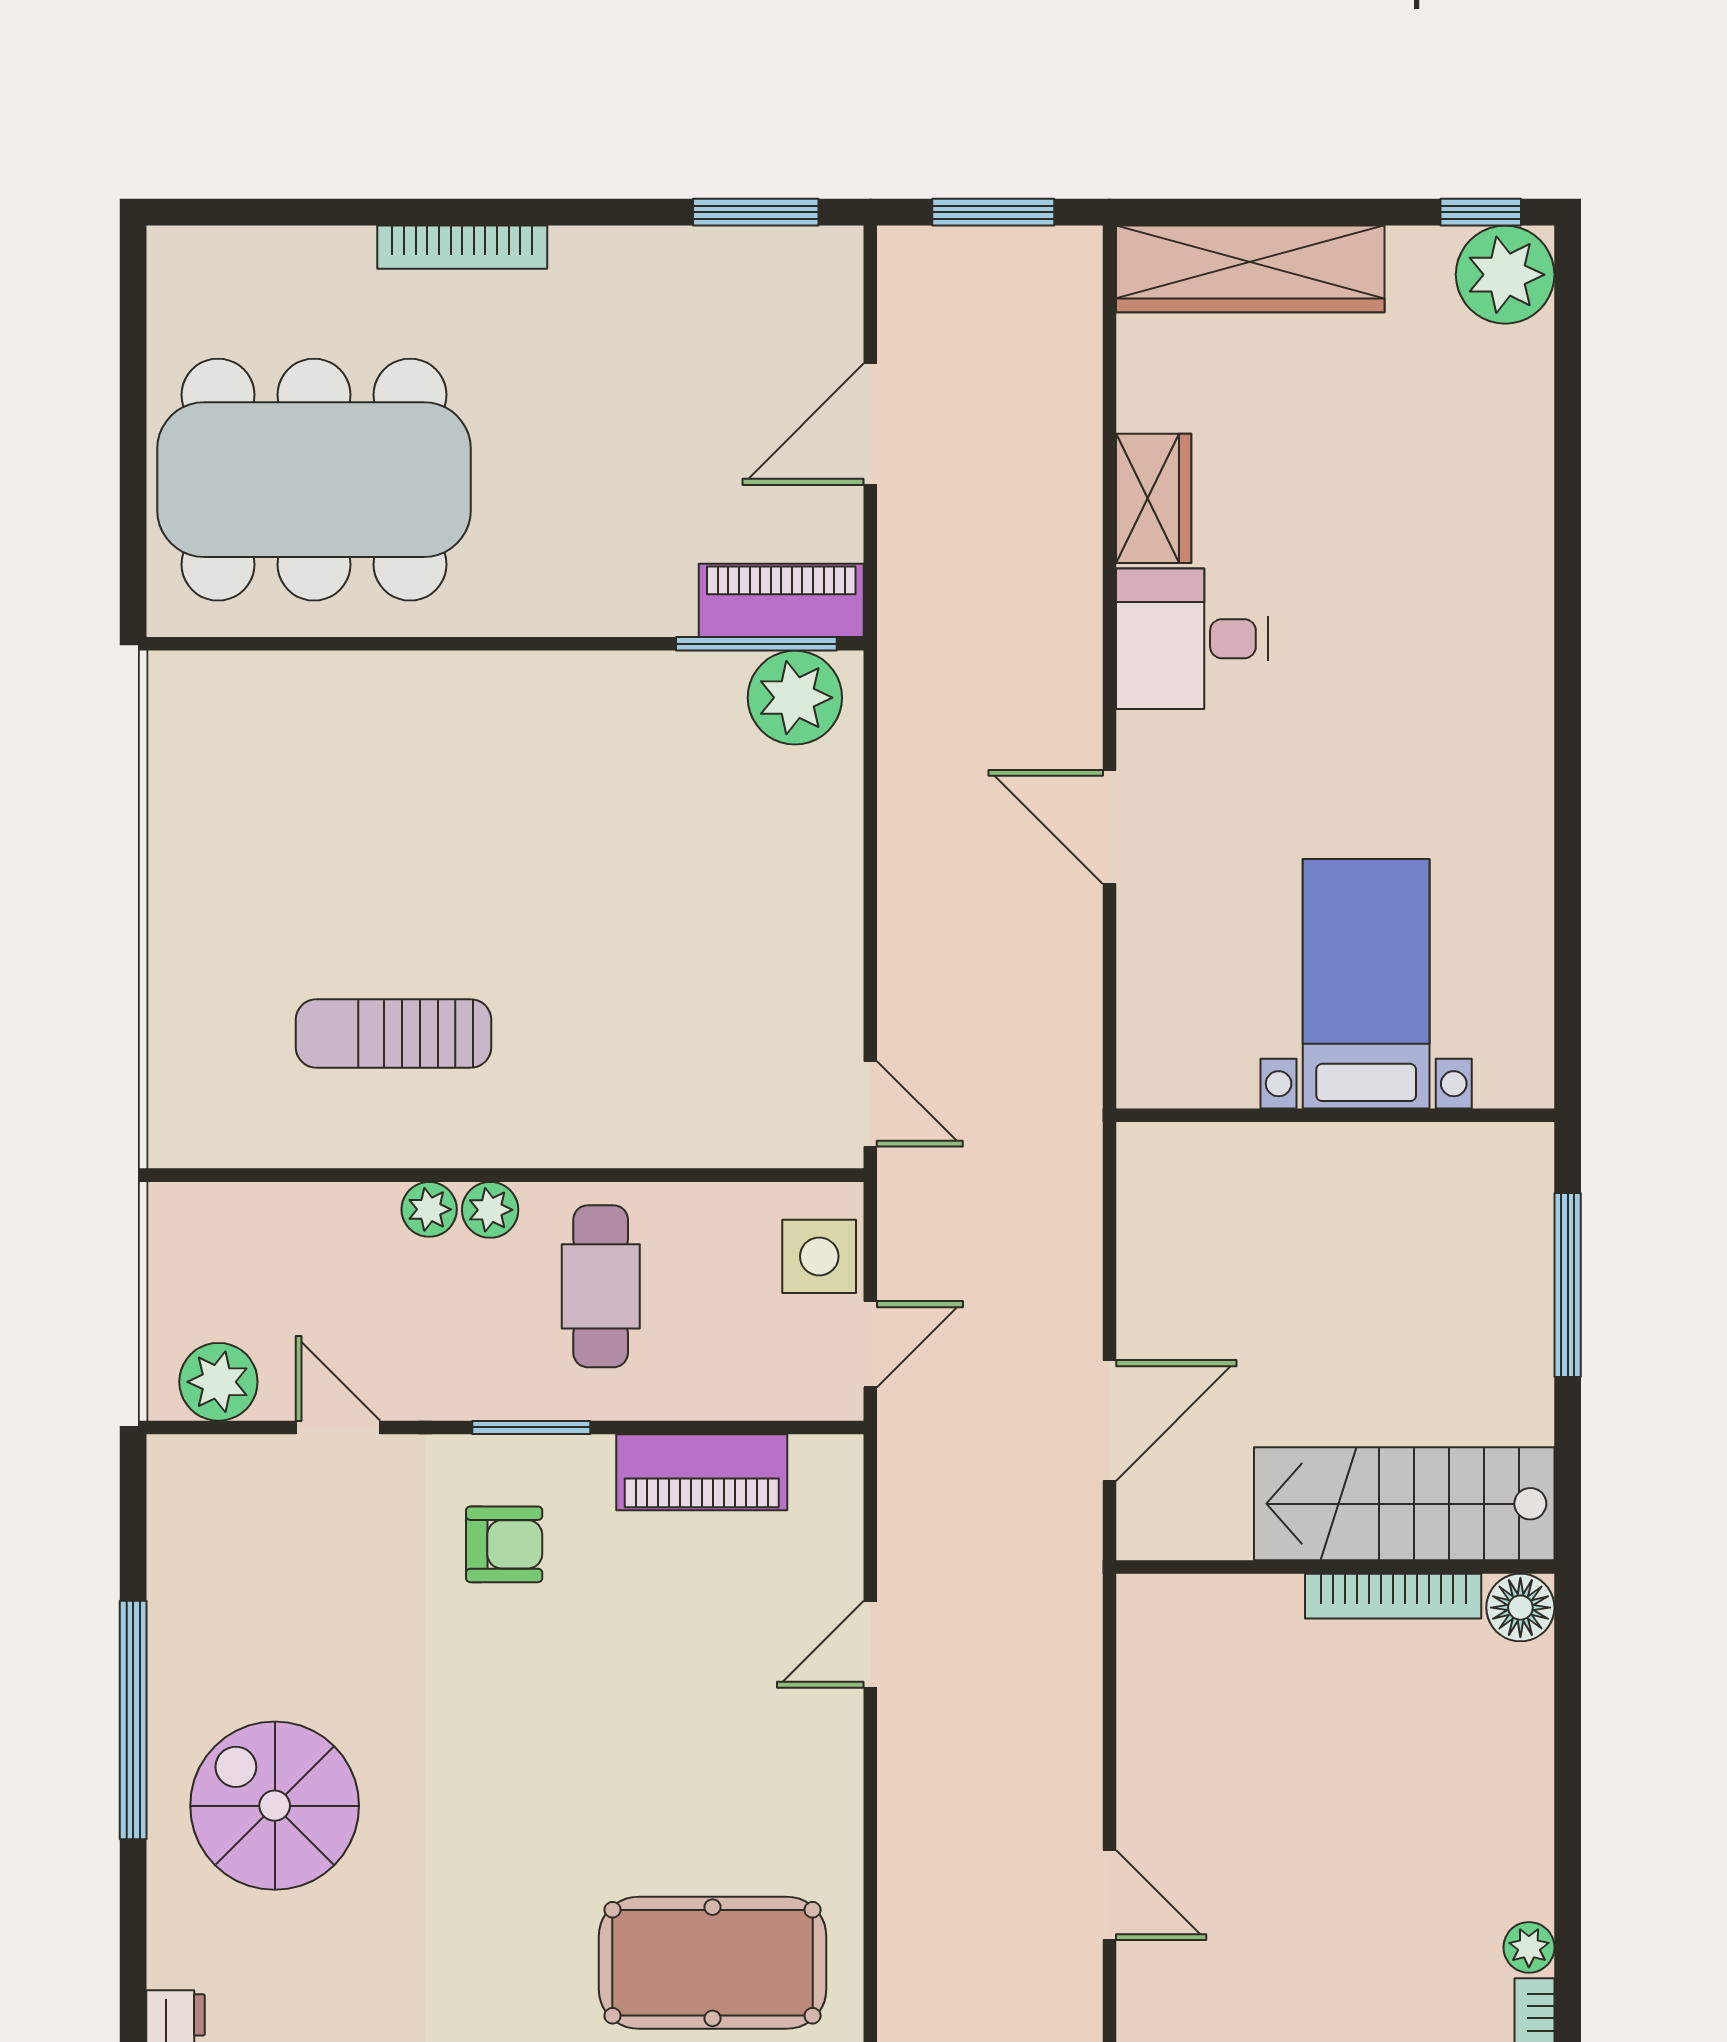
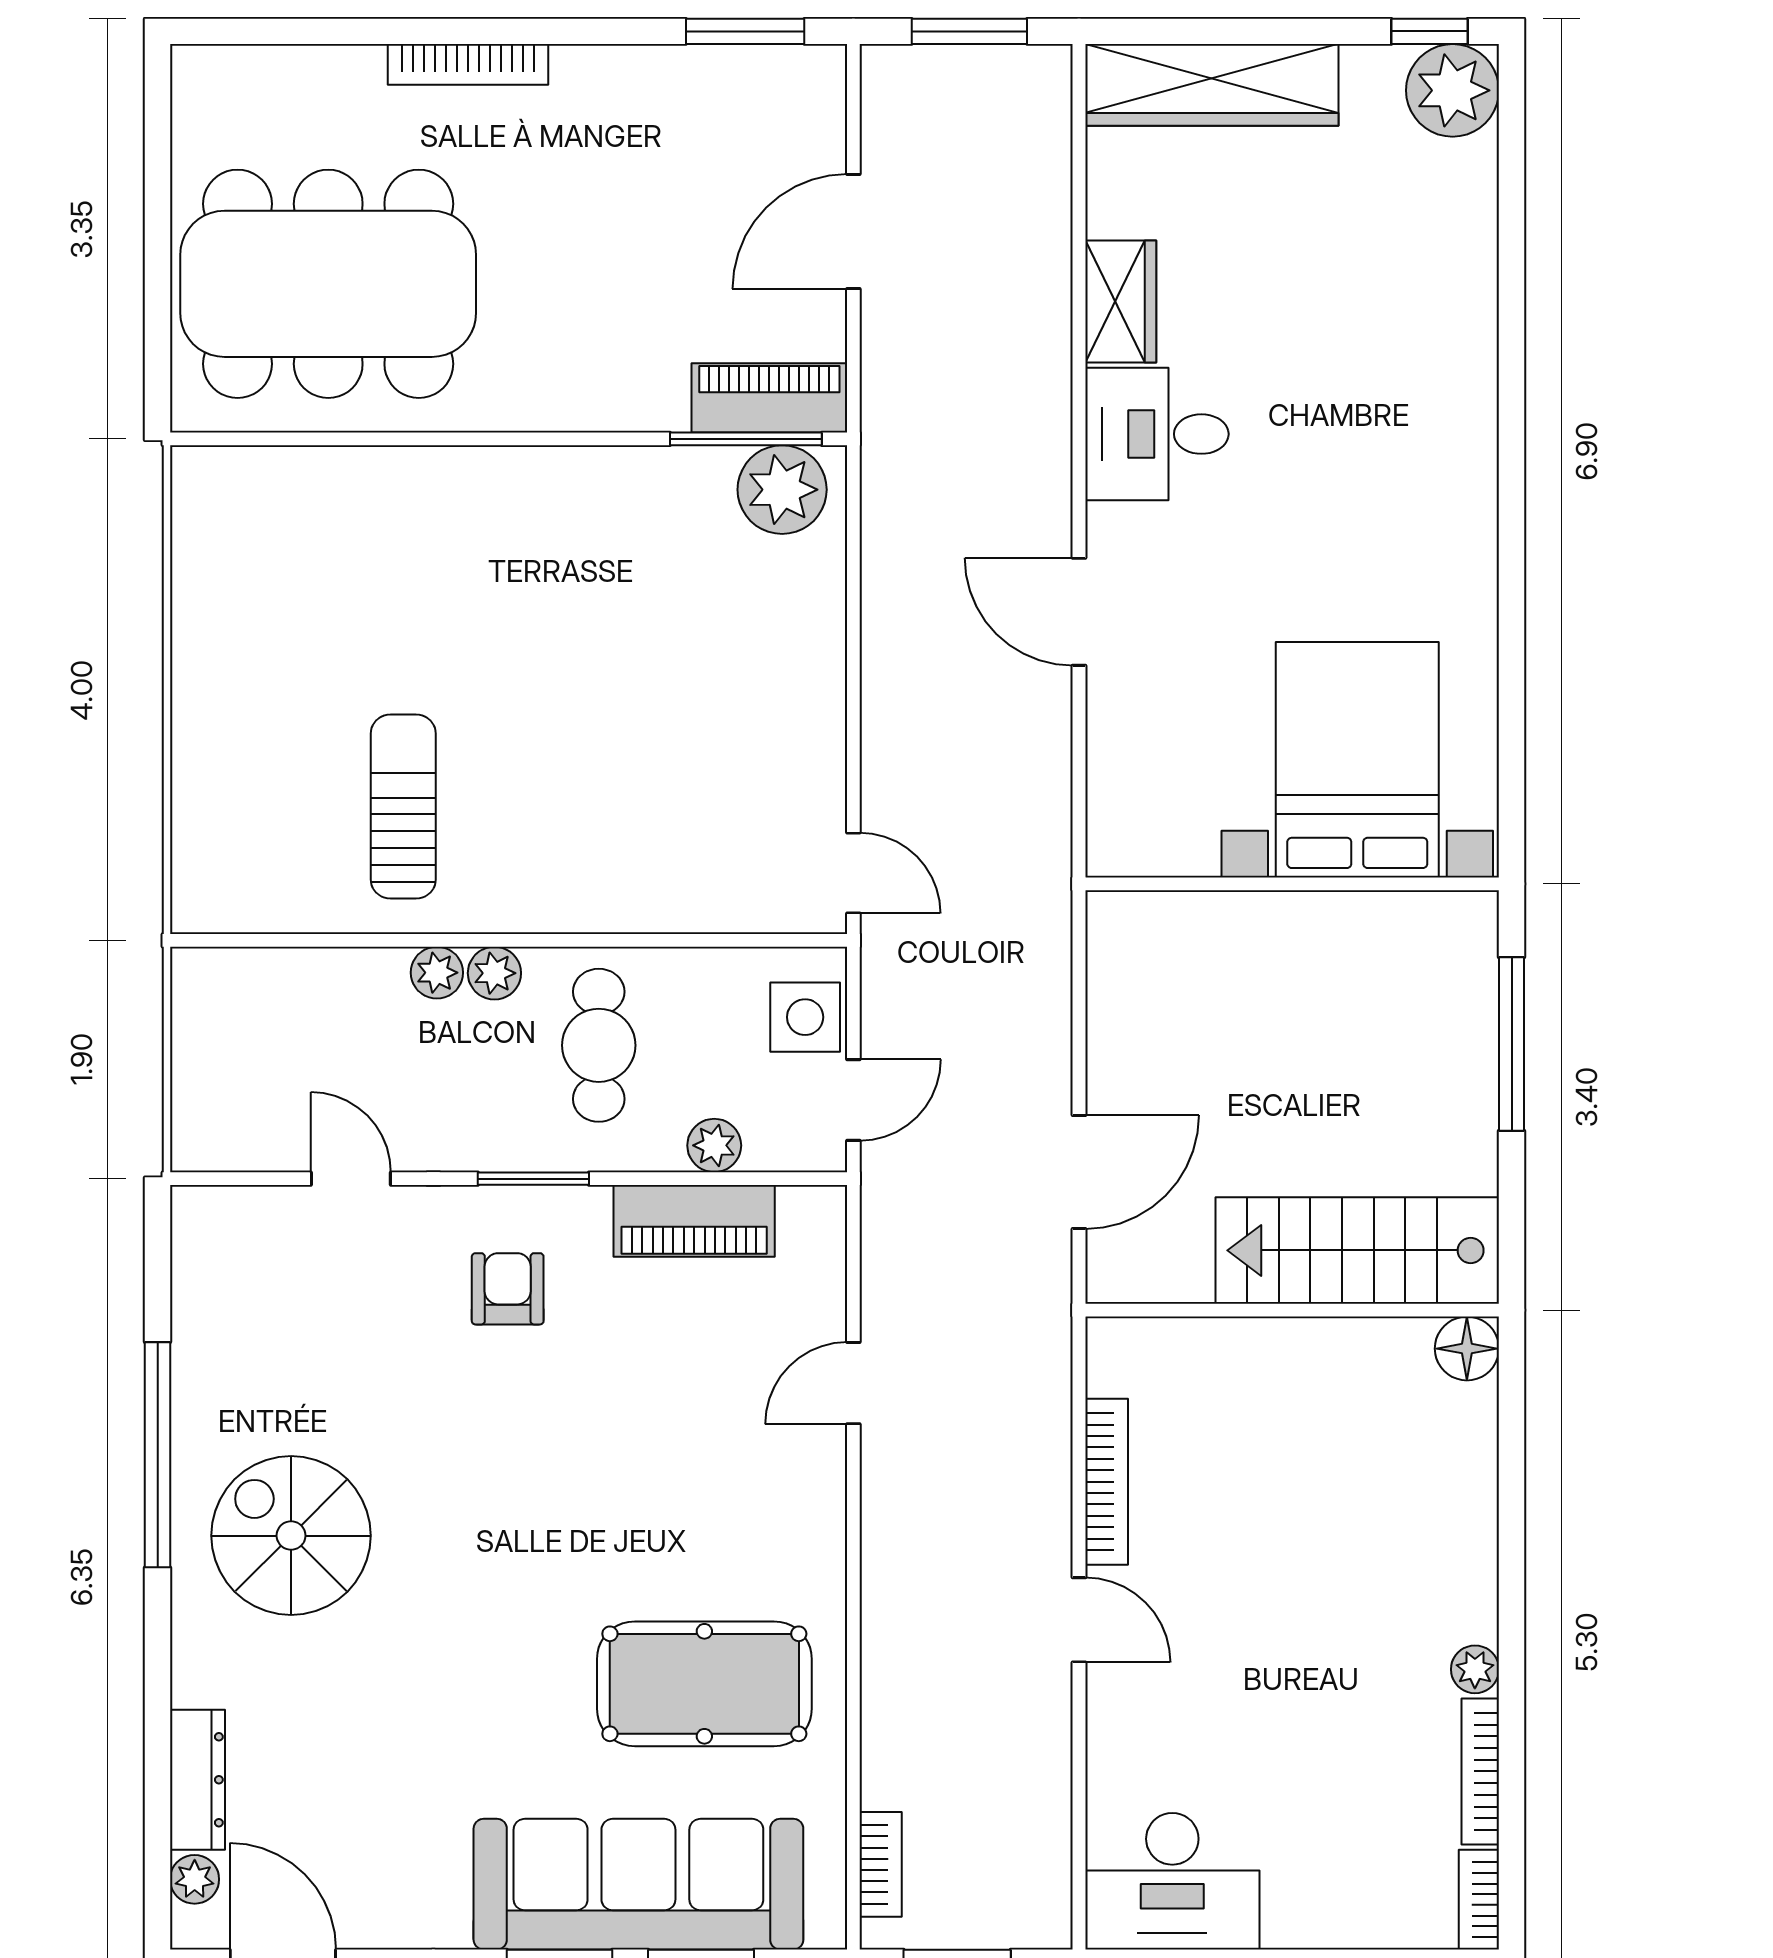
bed with nightstands: (1366, 984) -> (1357, 760), width x1.36
sun lounger: (394, 1033) -> (403, 807), turned 90
plant: (218, 1382) -> (714, 1145), moved, width x0.73, depth x0.73
armchair: (504, 1544) -> (508, 1289), turned -90
bookcase: (1393, 1596) -> (1107, 1482), moved, turned -90

